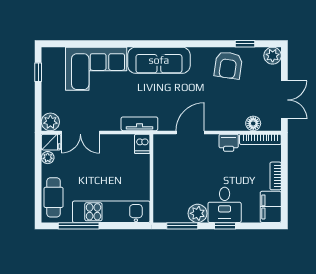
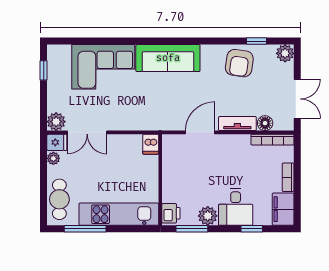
tv unit: (139, 124) -> (237, 124), moved
printer: (229, 143) -> (171, 213), moved, turned -90
window: (225, 226) -> (252, 229), moved

